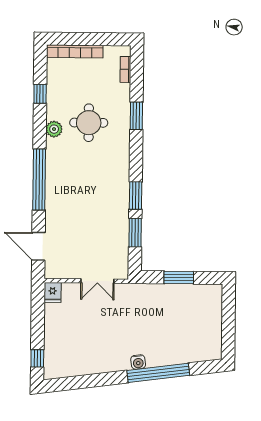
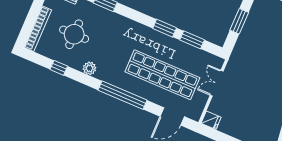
round table: (89, 123) -> (74, 34), moved
shop shelf: (81, 215) -> (162, 75), added
double door: (97, 281) -> (217, 83), swing flipped

